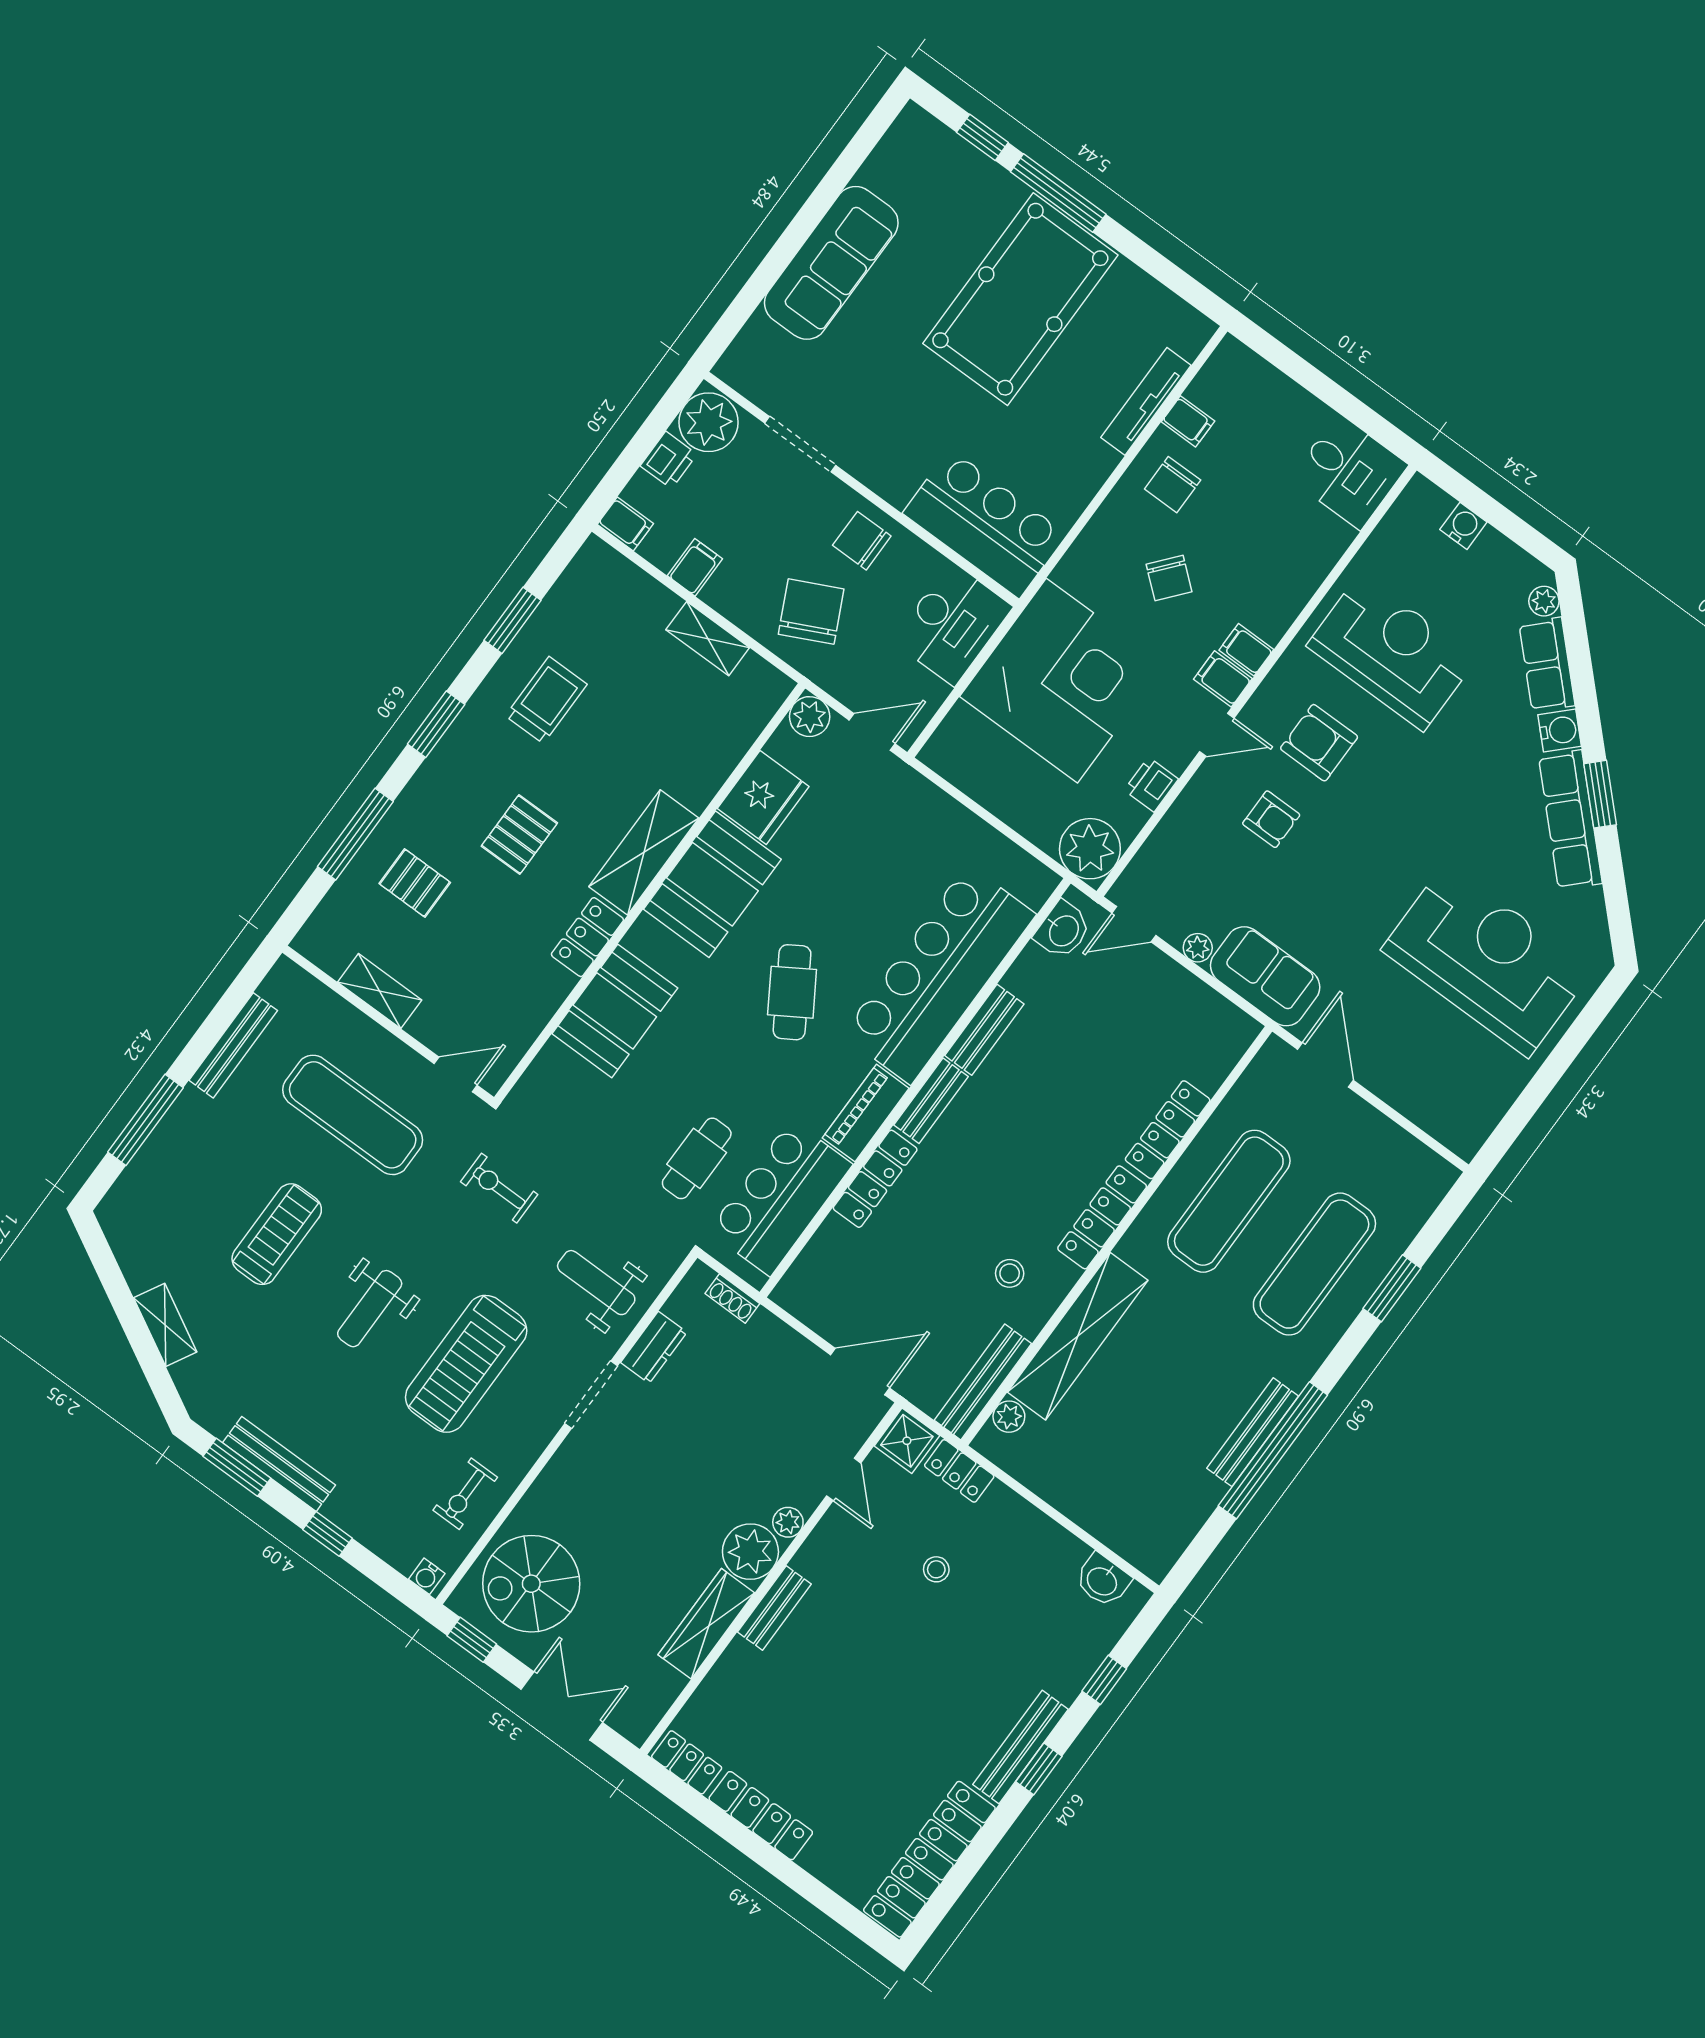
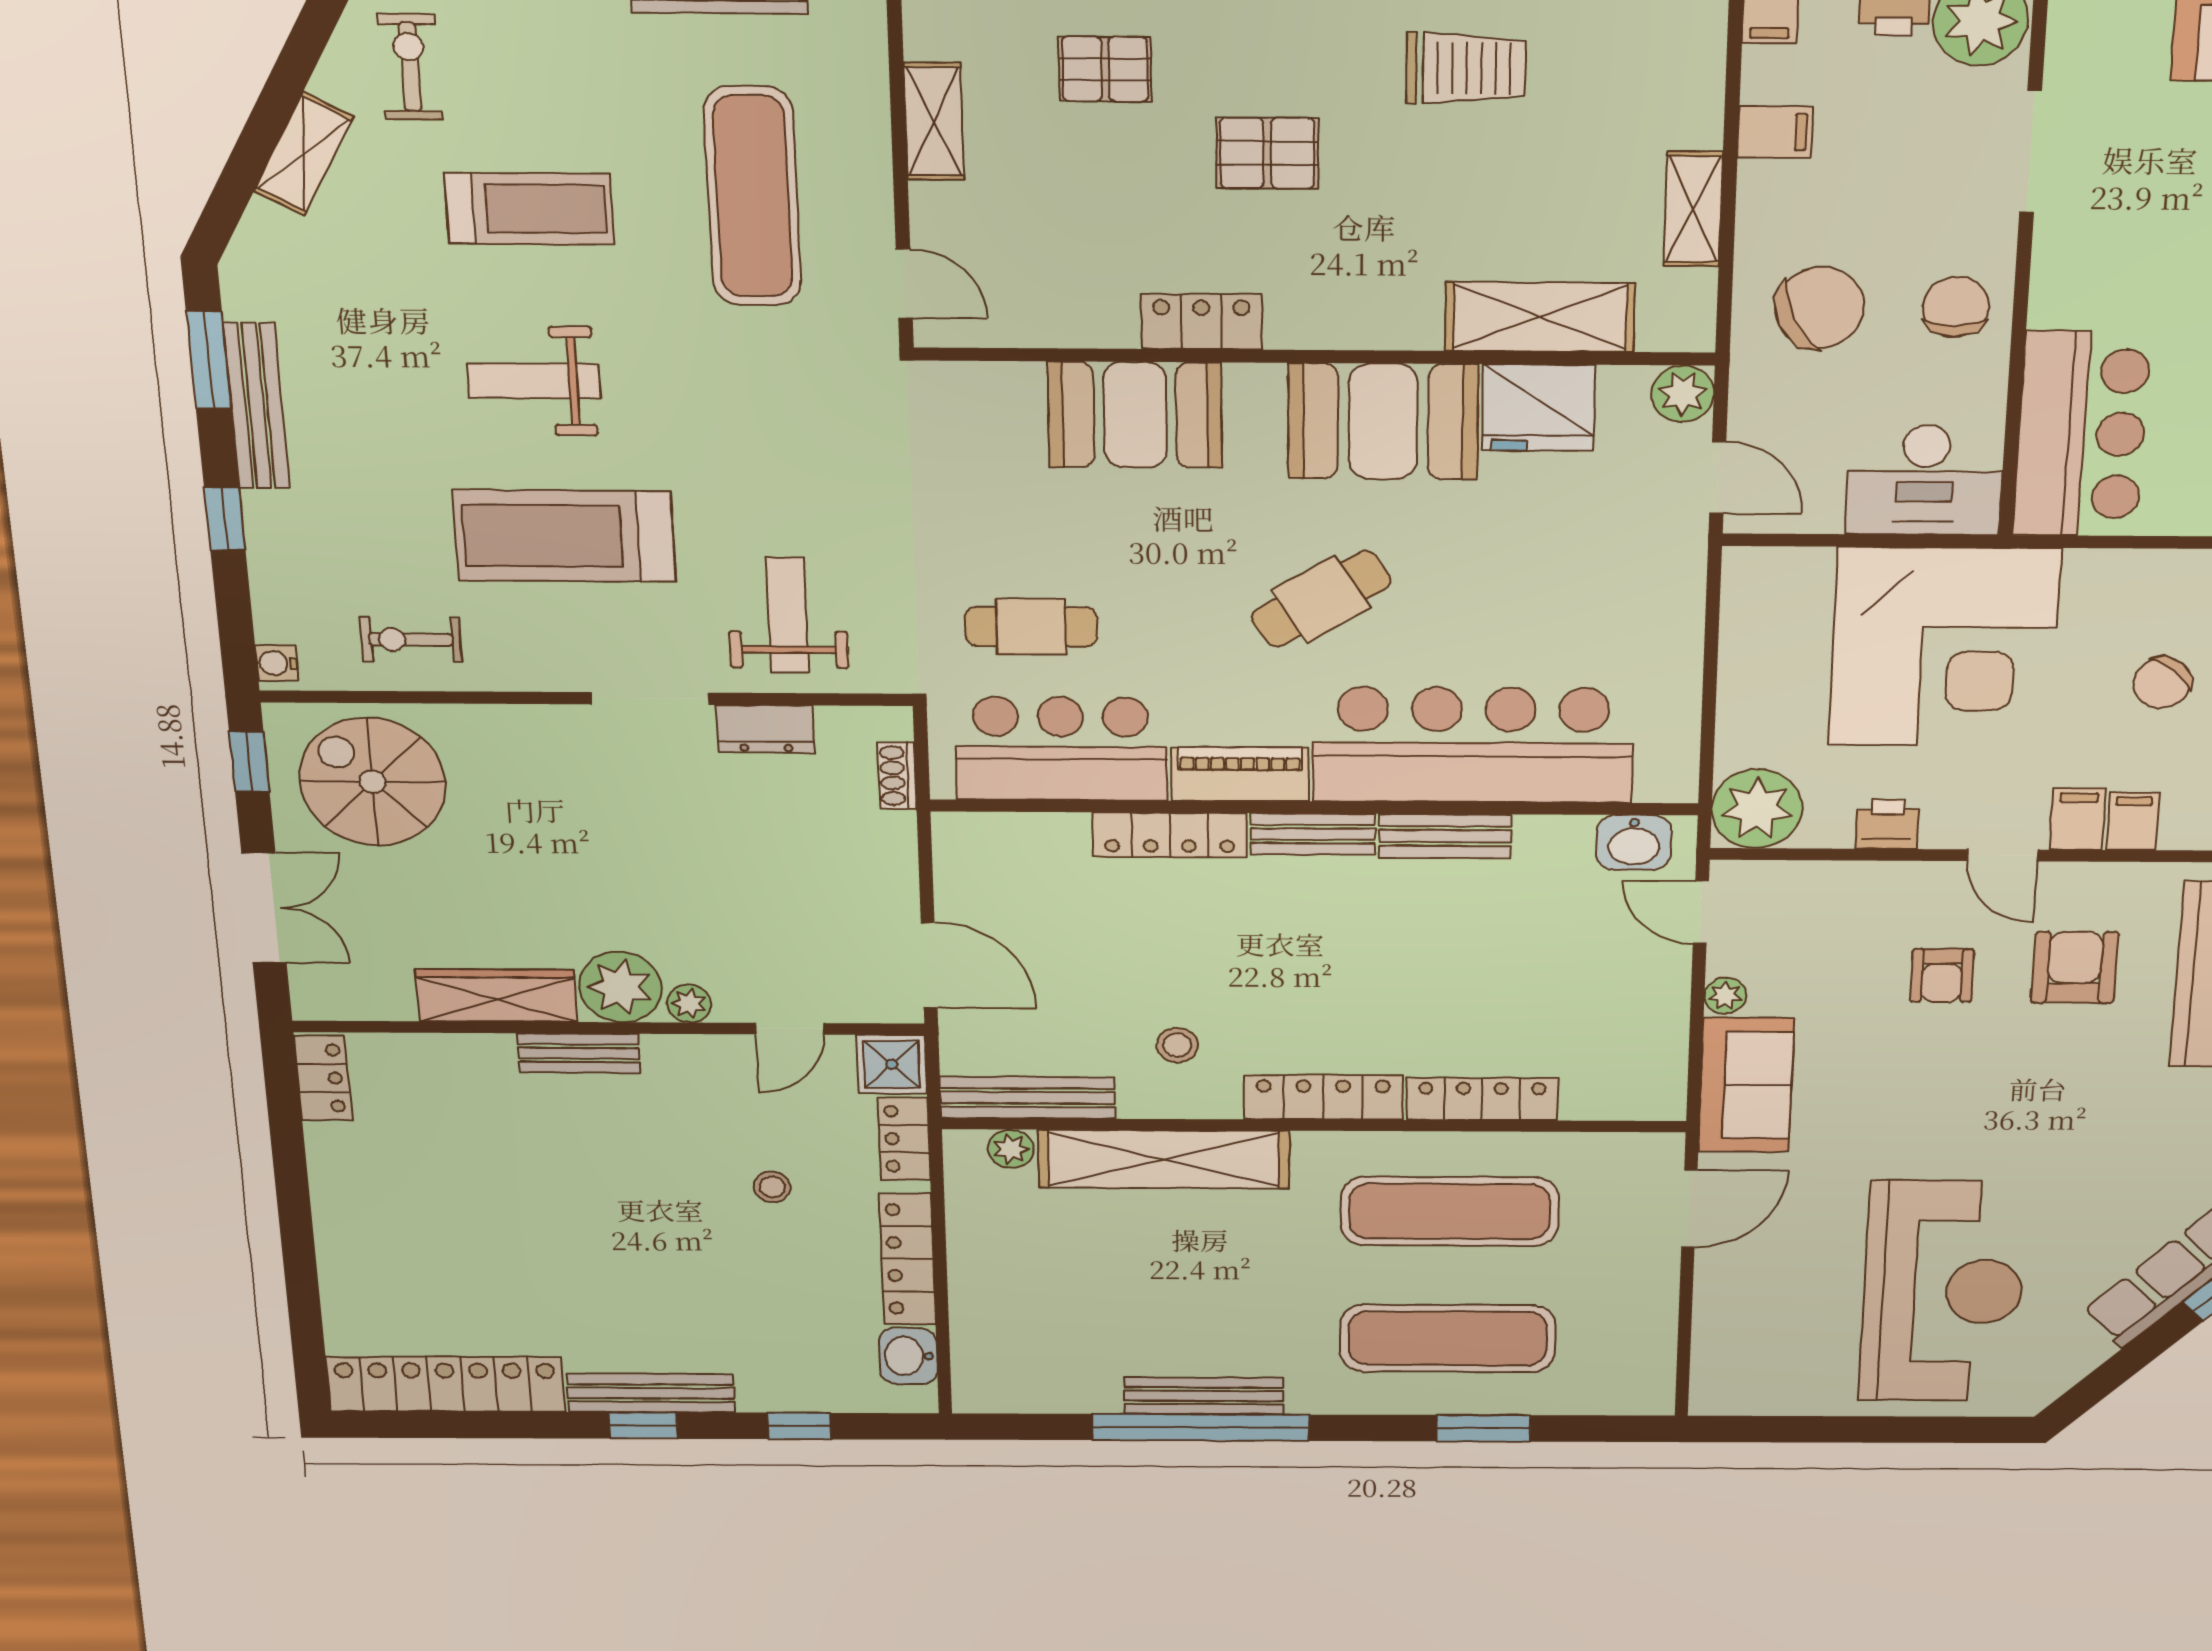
shelving: (644, 852) -> (1540, 317), moved
pallet: (415, 883) -> (1105, 69), turned 90
exercise bike: (499, 1188) -> (410, 67), moved
locker: (761, 1816) -> (907, 1259), moved, turned 180

